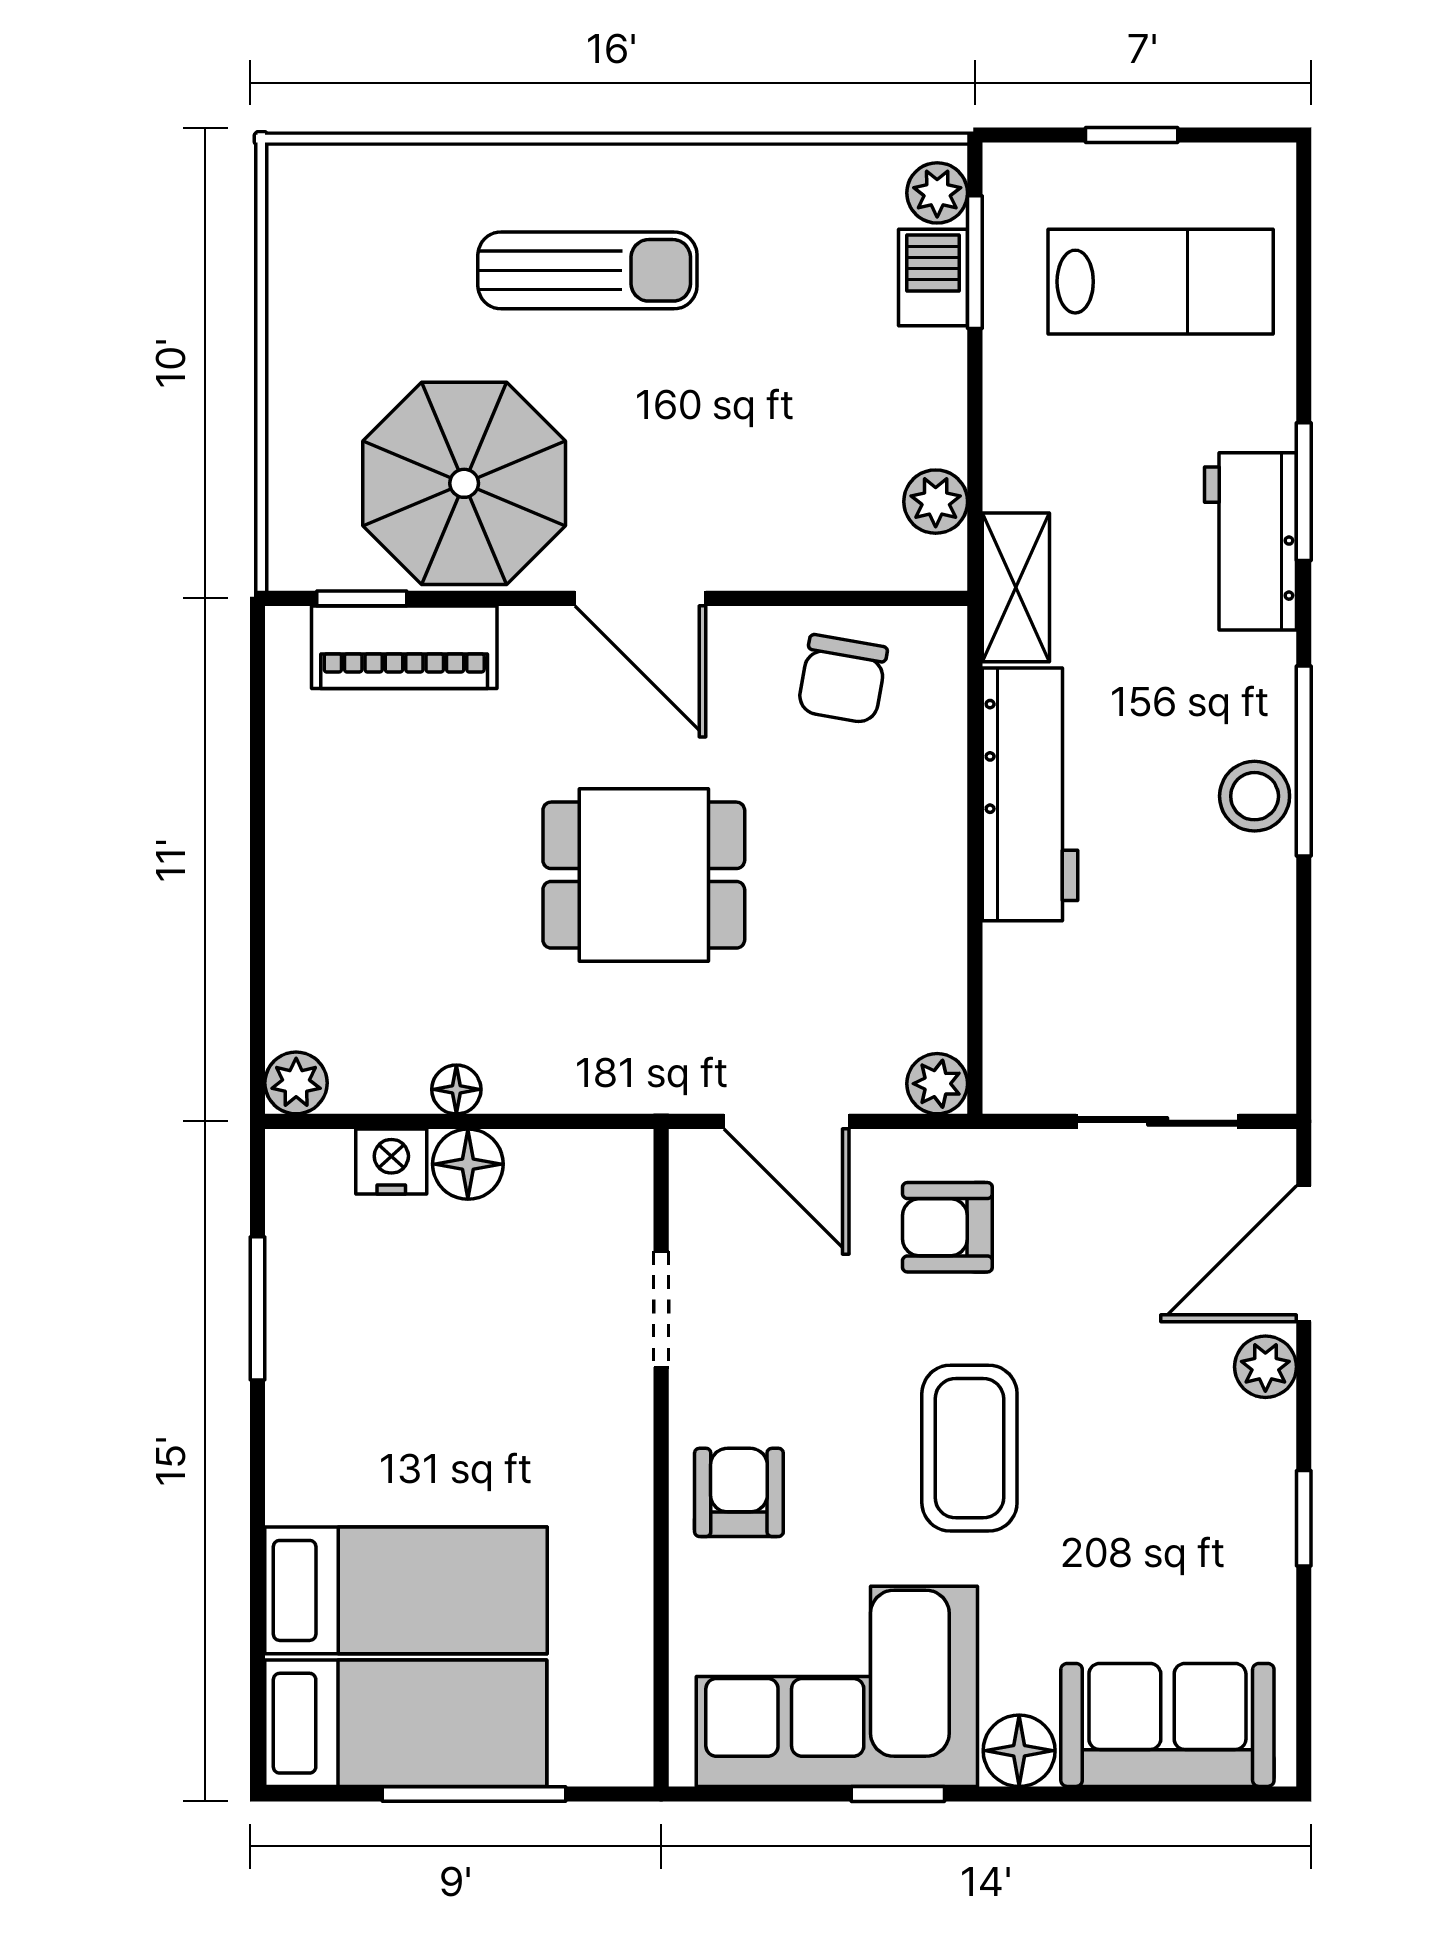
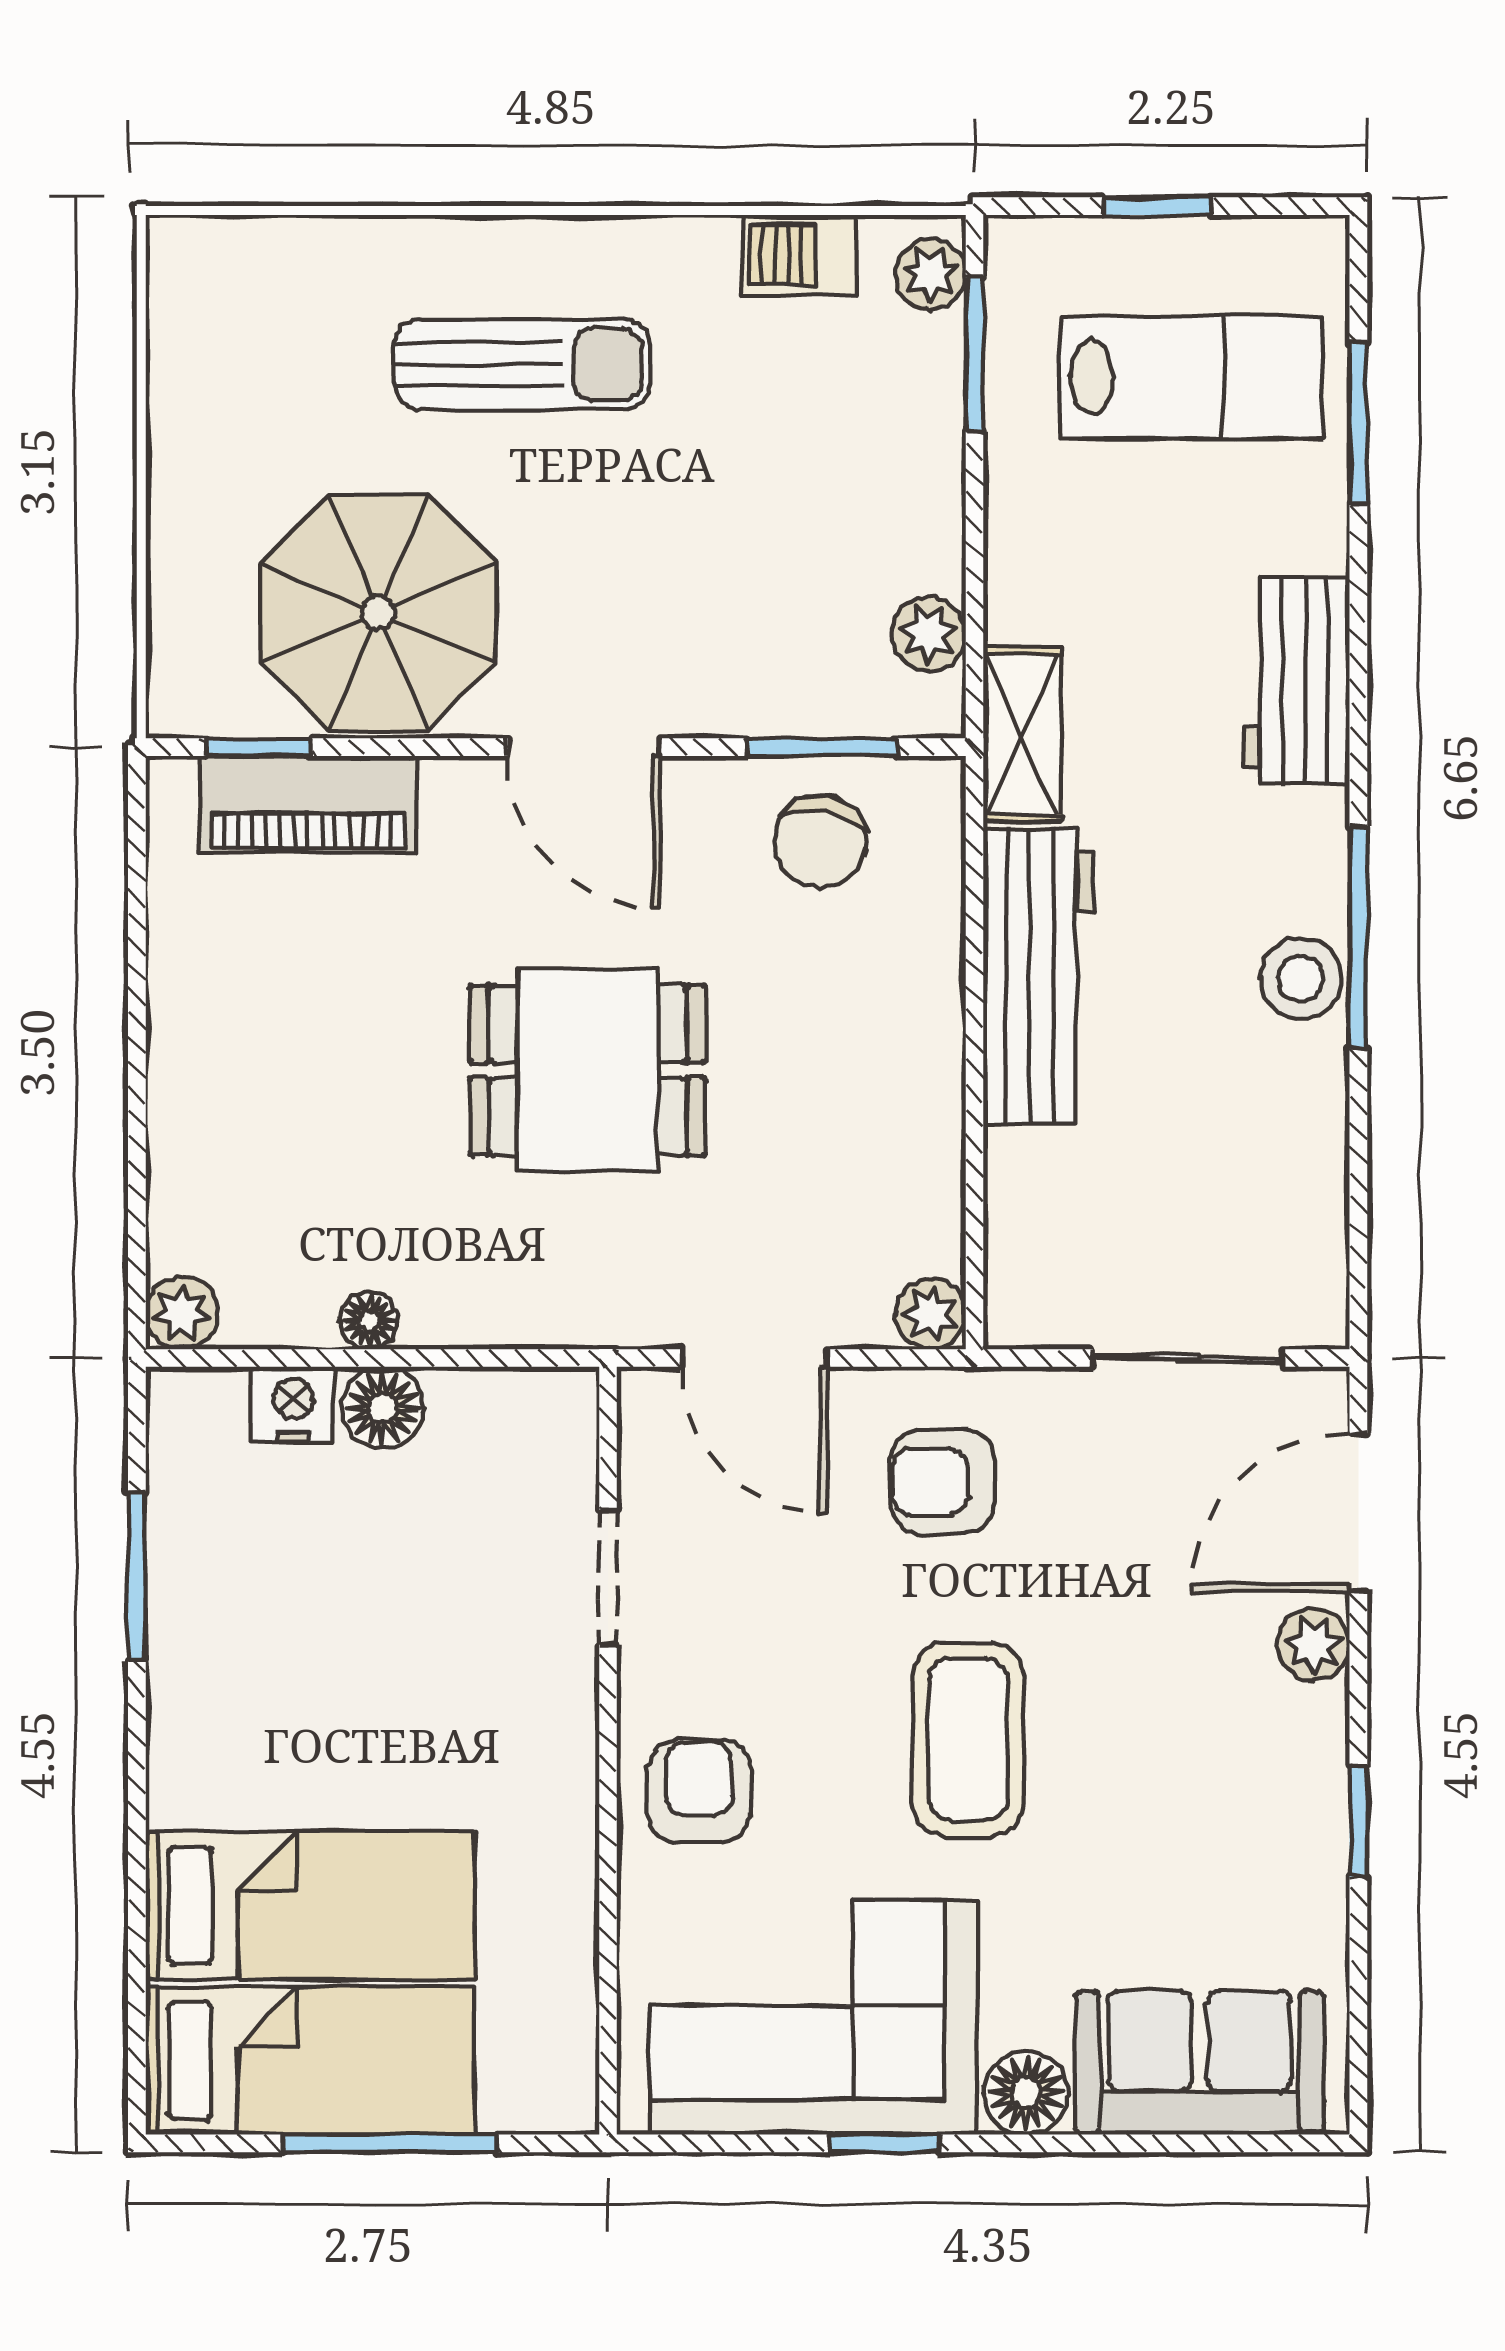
barbecue: (933, 278) -> (799, 255), moved, turned -90
window: (1304, 492) -> (1358, 423), moved
window: (844, 598) -> (822, 747), added

